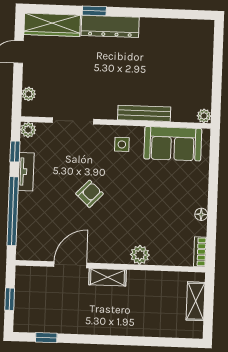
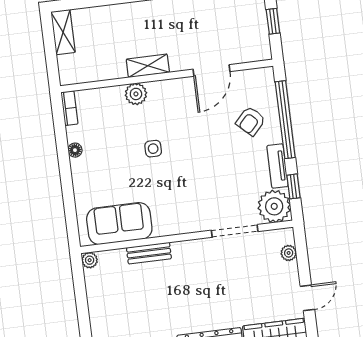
bench: (144, 113) -> (149, 253), width x0.73
plant: (28, 130) -> (274, 206), width x1.88, depth x1.88
side table: (122, 144) -> (153, 149), moved
armchair: (90, 194) -> (251, 121), moved
shelving: (108, 277) -> (148, 66), moved
shelving: (196, 301) -> (63, 32), moved

